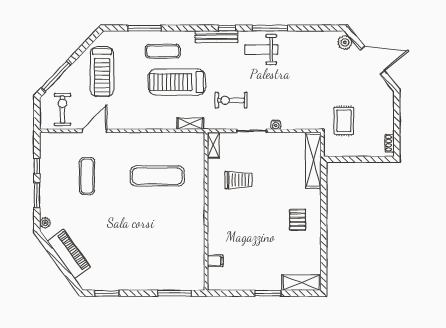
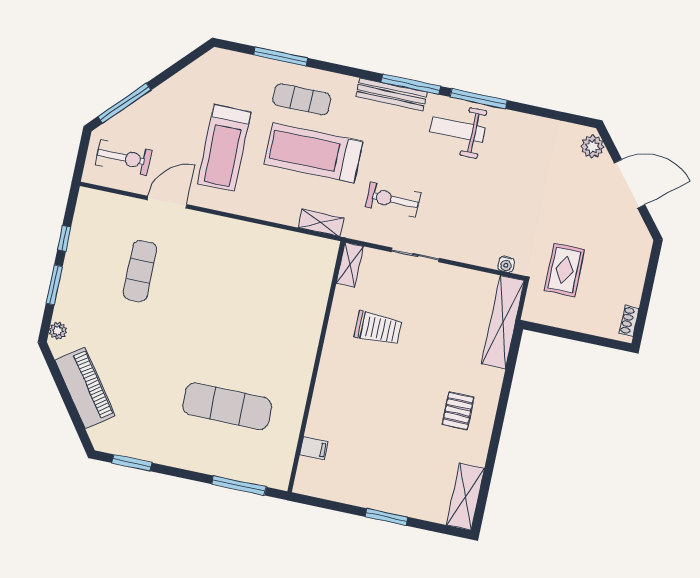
window: (227, 28) -> (411, 84), width x2.17
treadmill: (102, 72) -> (224, 148), moved
exercise bike: (62, 109) -> (124, 158), turned 90
water cooler: (276, 125) -> (506, 264), moved
exercise mat: (157, 176) -> (227, 406), moved
shelving: (301, 283) -> (465, 497), moved, turned 90

